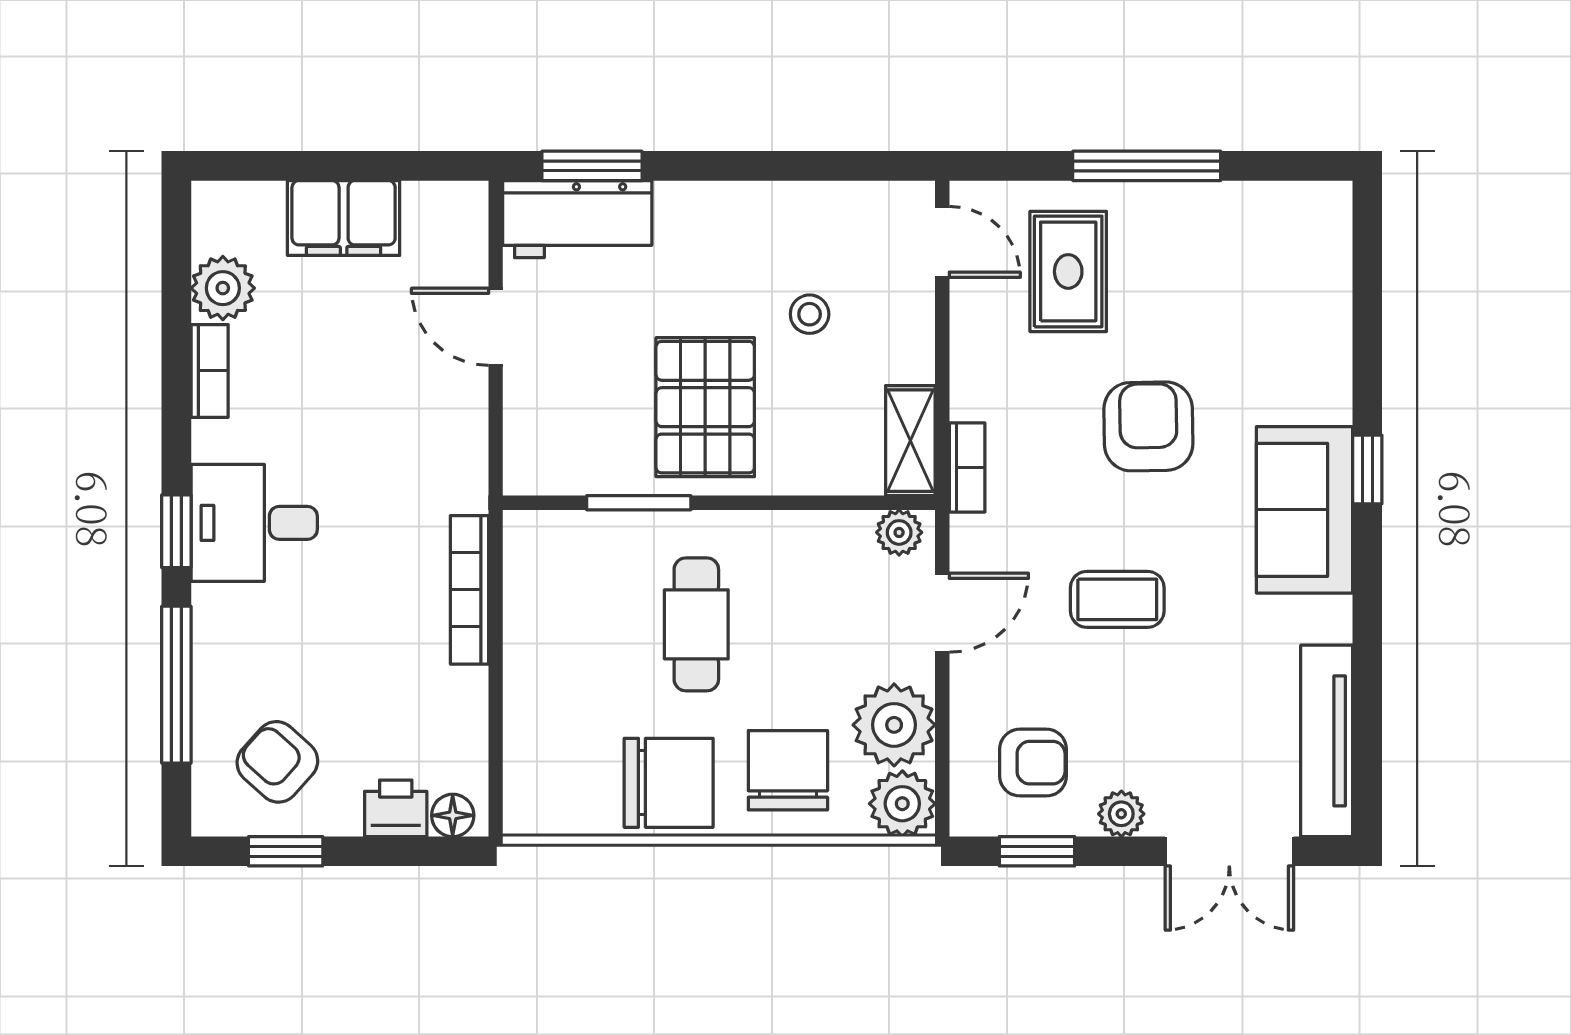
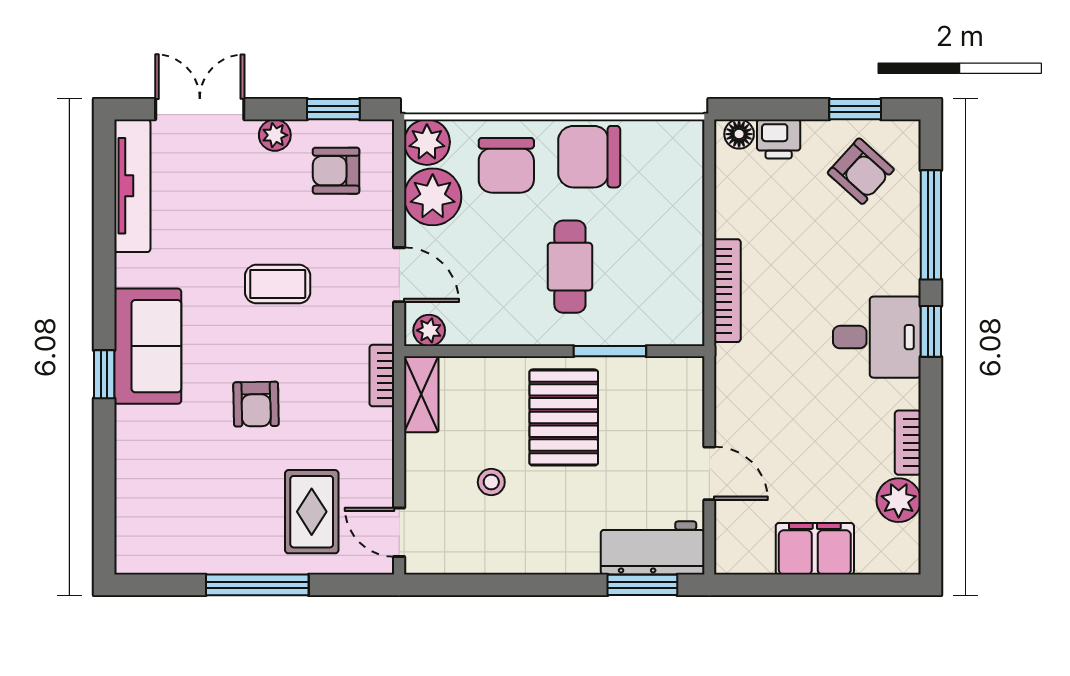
armchair: (1148, 426) -> (256, 404), width x0.72, depth x0.72
door: (942, 613) -> (399, 275), swing flipped

